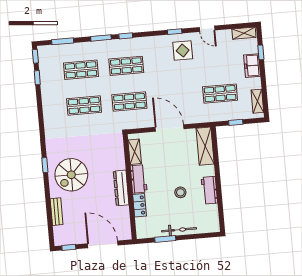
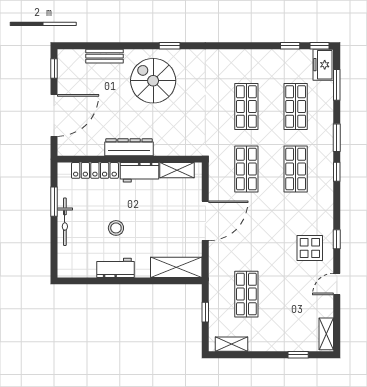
freezer: (252, 66) -> (323, 65), moved, turned -90
locker: (140, 205) -> (95, 170), width x1.53

